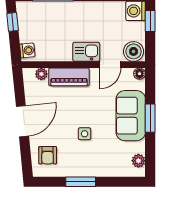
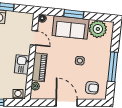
boiler: (134, 51) -> (26, 21), removed
kitchen sink: (86, 52) -> (22, 64), moved
plant: (138, 161) -> (98, 29), width x1.88, depth x1.88
window: (81, 182) -> (113, 67), width x1.44

